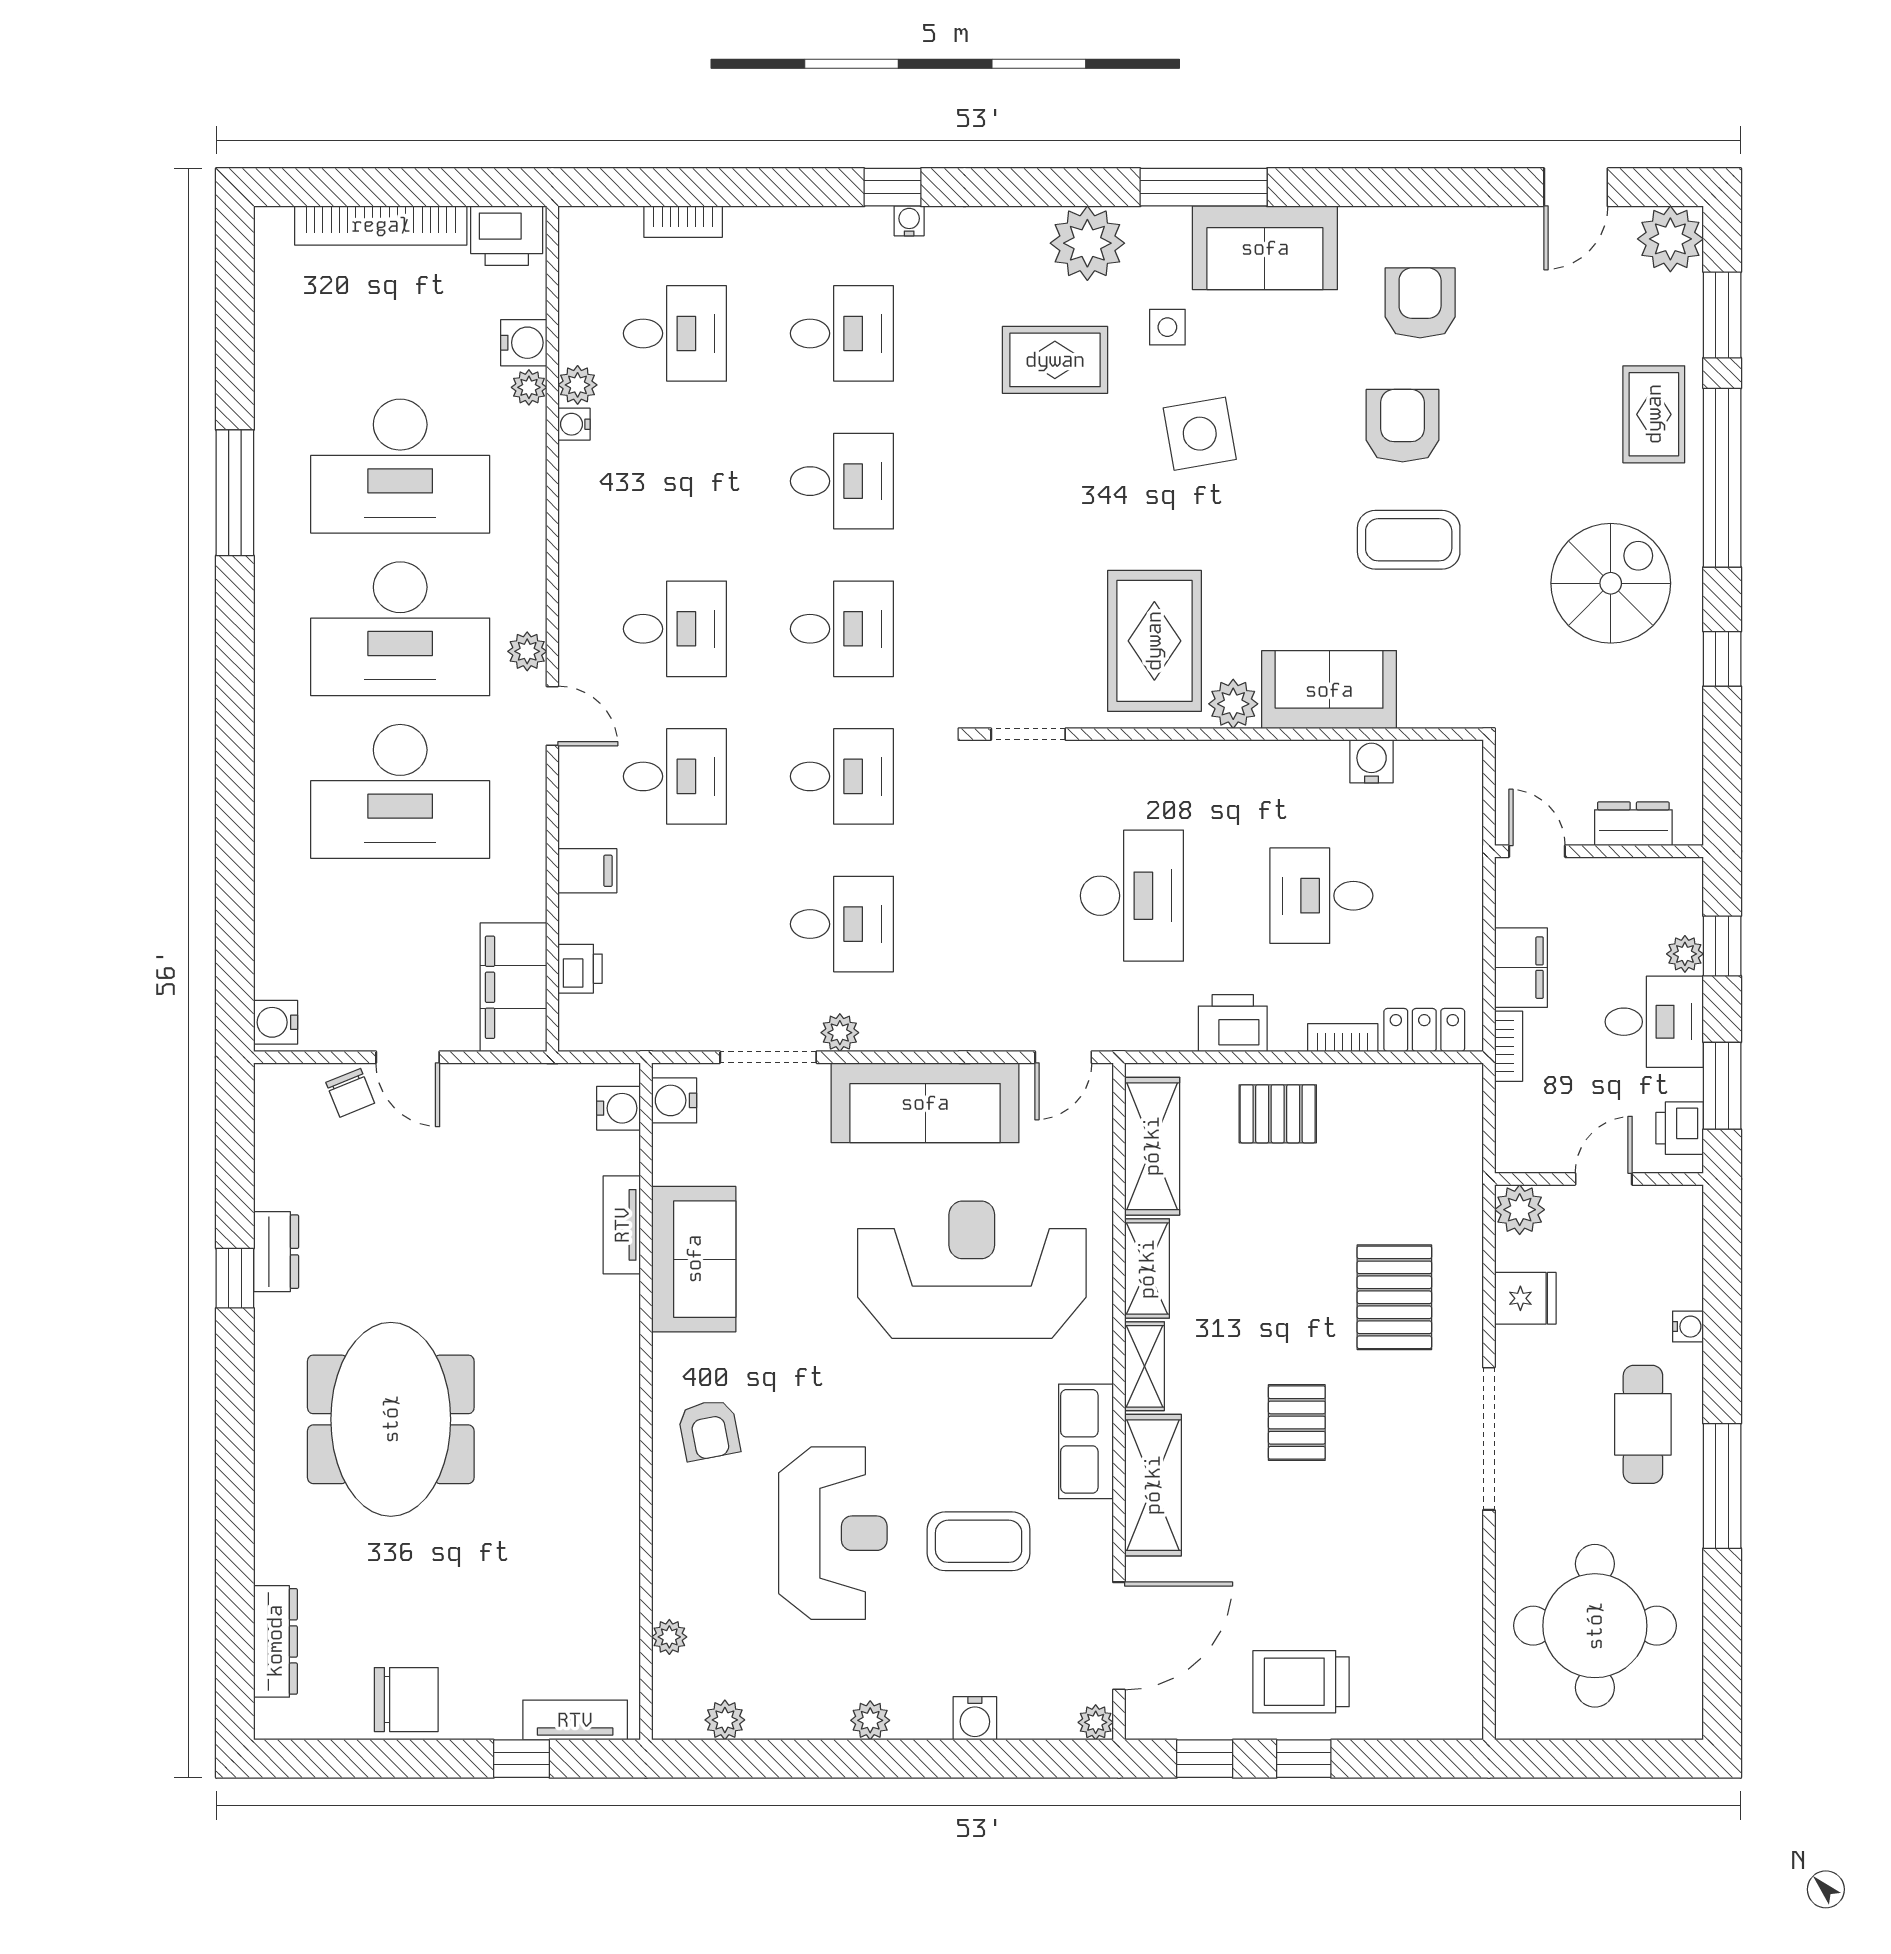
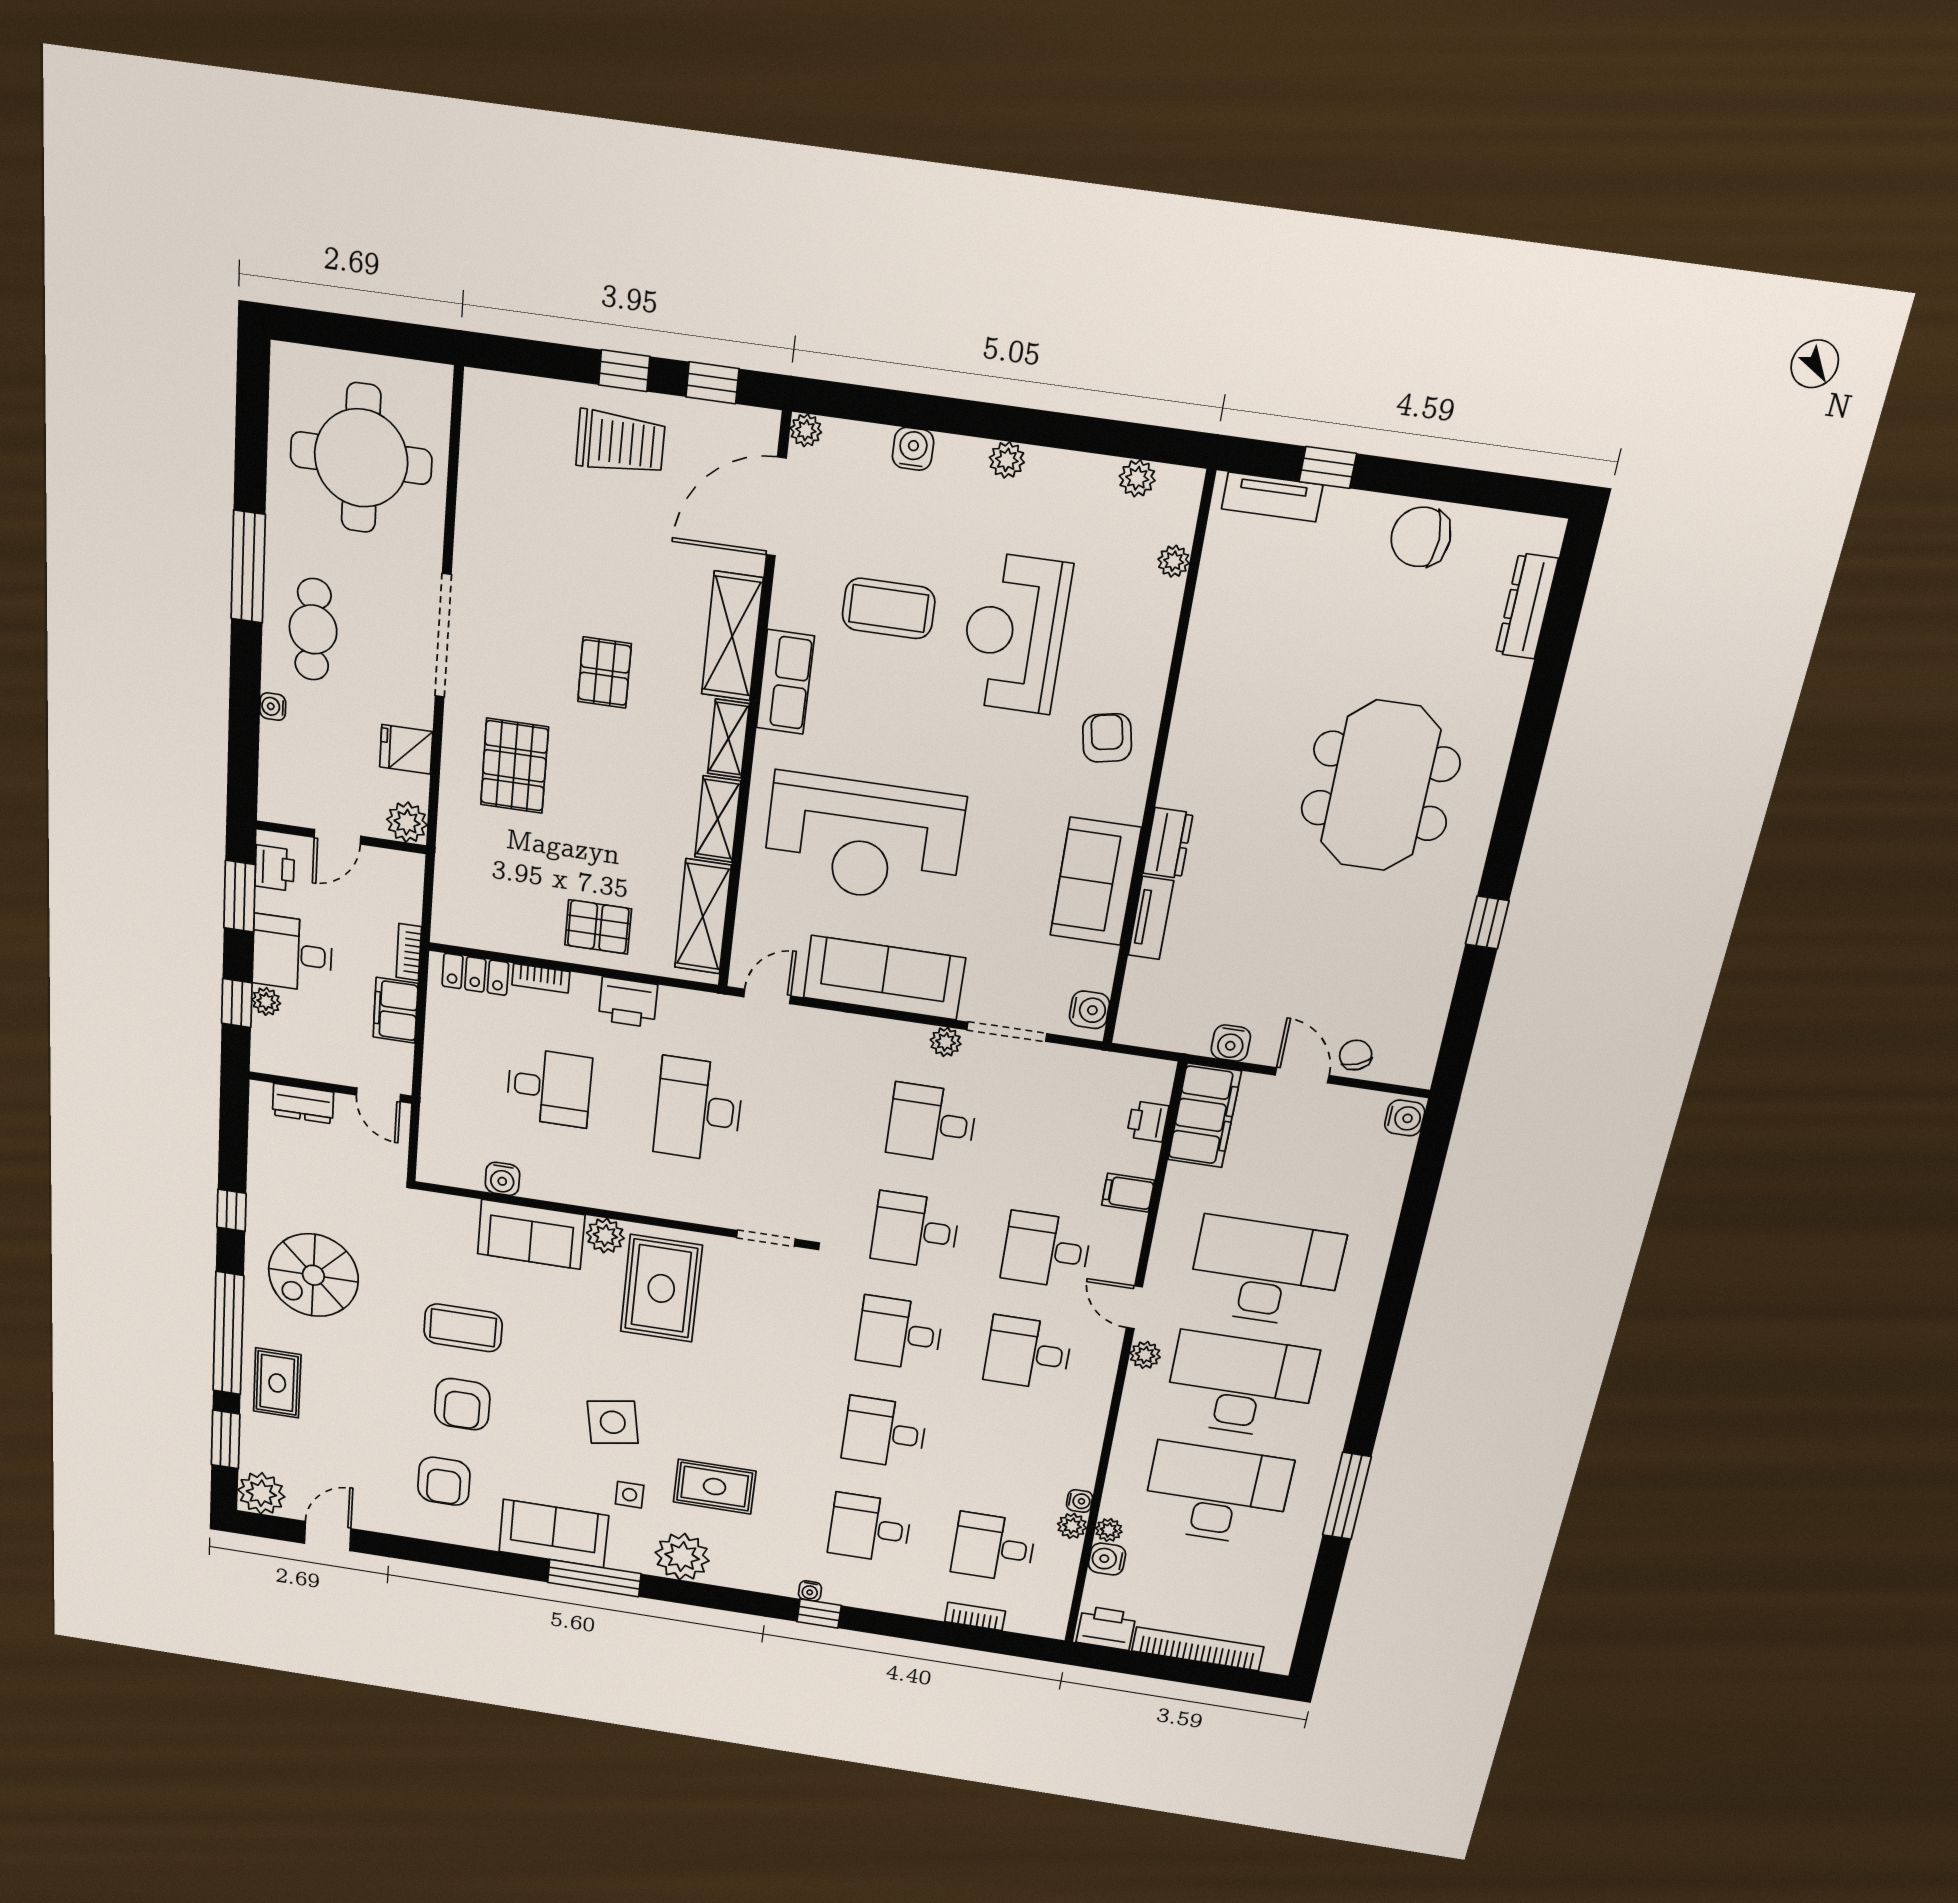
water cooler: (619, 1108) -> (1231, 1043), moved, turned -90
dresser: (276, 1252) -> (1168, 843), moved, turned 180

